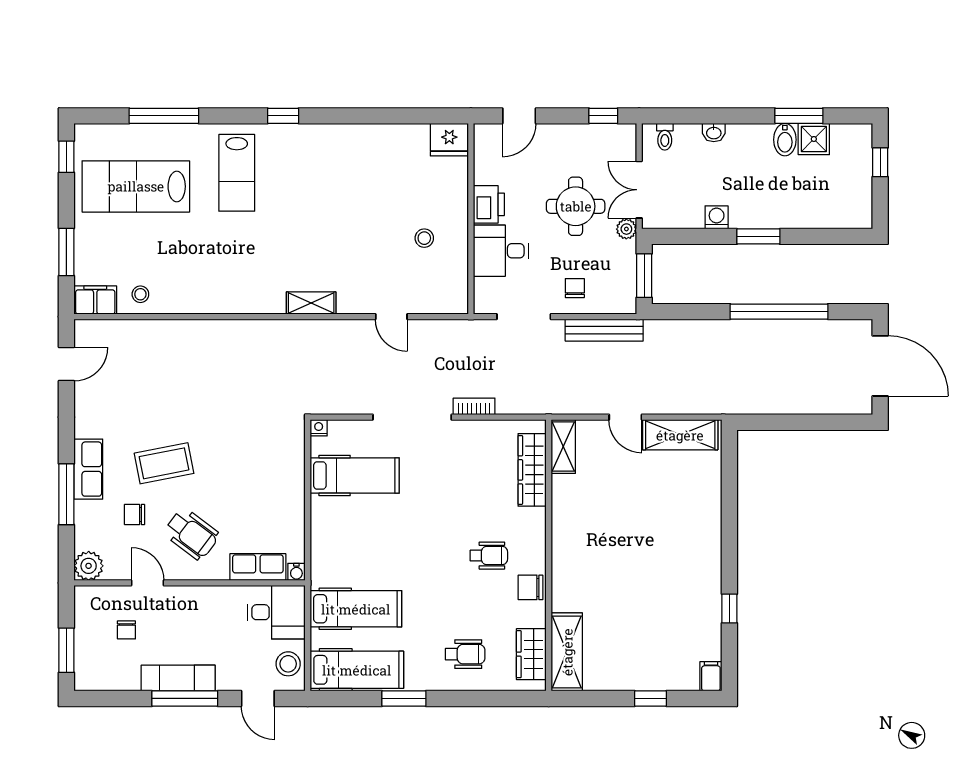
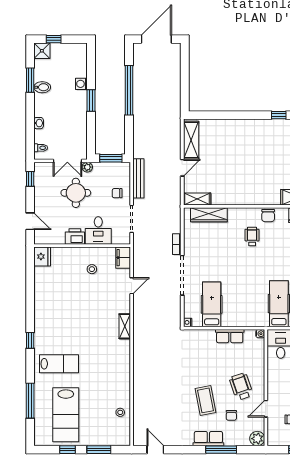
shower: (814, 139) -> (42, 51), moved
window: (66, 157) -> (68, 450), moved
washing machine: (717, 217) -> (81, 84), moved
filing cabinet: (95, 300) -> (123, 258), moved
wheelchair: (192, 534) -> (241, 387), turned -56
row of seats: (258, 567) -> (230, 336), moved, turned -90

